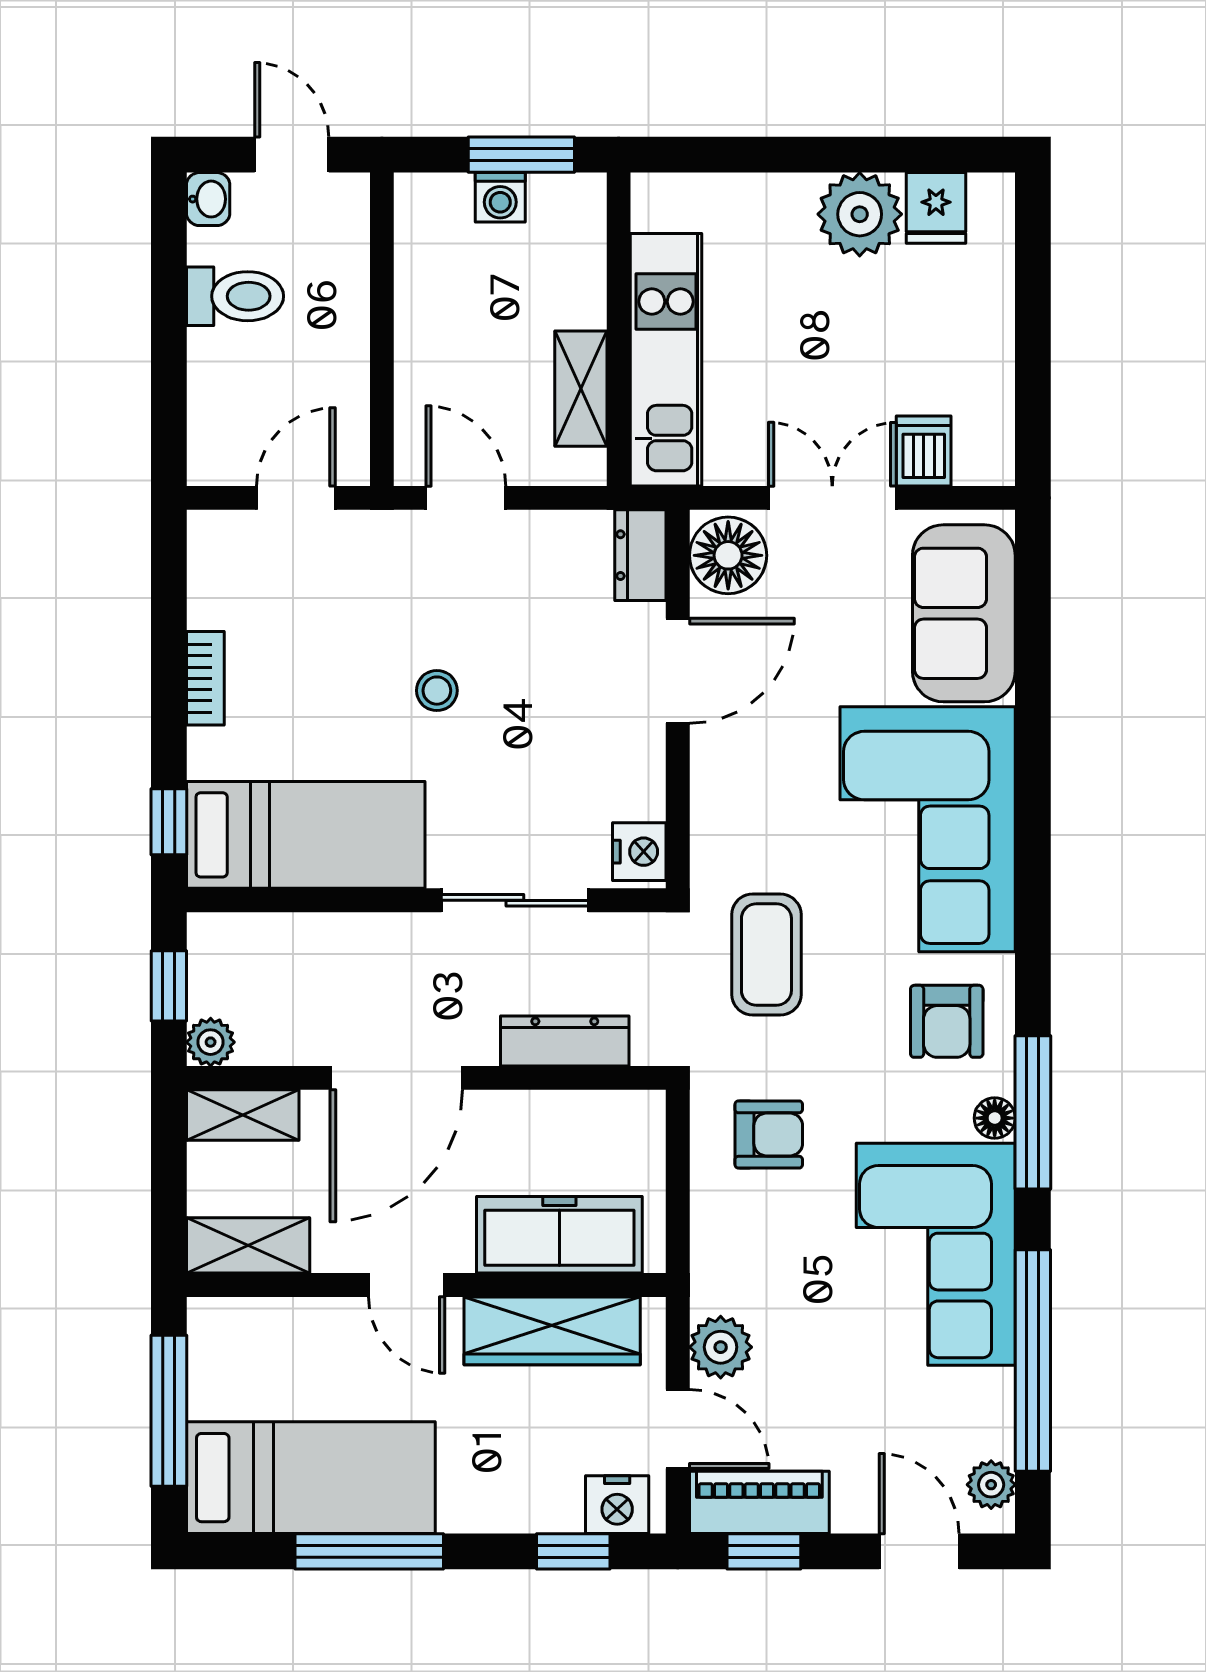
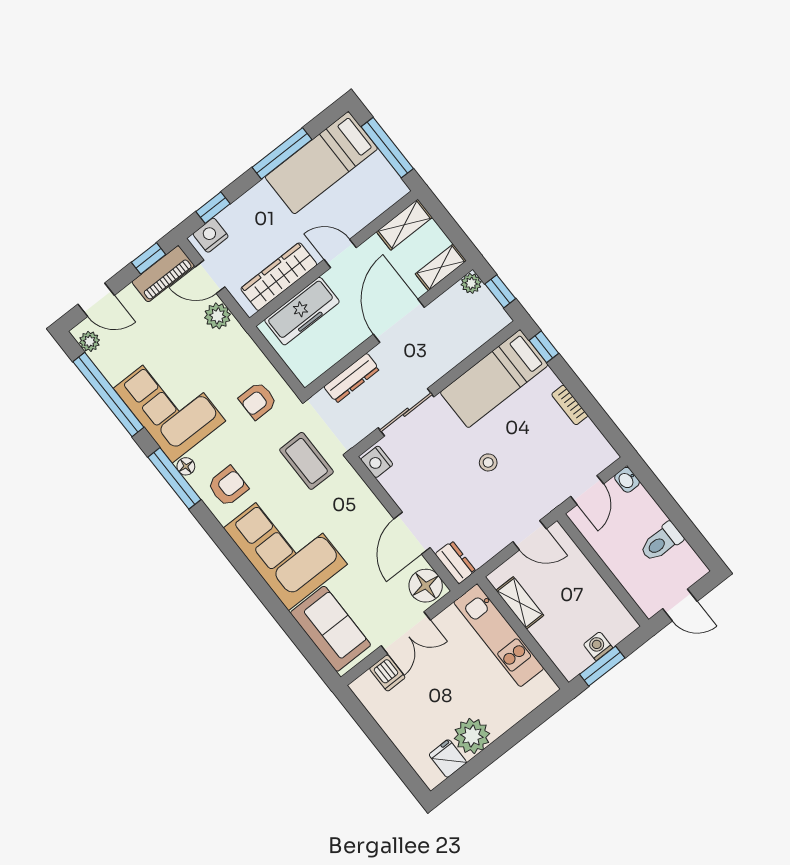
washbasin: (208, 199) -> (627, 480), moved
armchair: (947, 1021) -> (228, 486), turned 90

